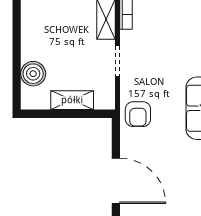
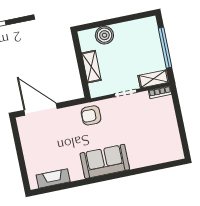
door: (116, 181) -> (41, 109), swing flipped

